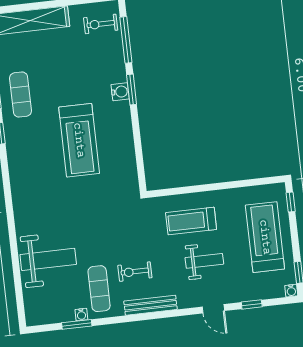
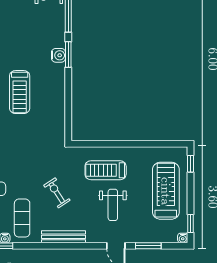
treadmill: (79, 140) -> (20, 92), width x0.73, depth x0.73
weight bench: (204, 261) -> (113, 205), turned 90
exercise bike: (135, 272) -> (57, 193), moved, turned 57
window: (252, 304) -> (148, 246), width x1.50

